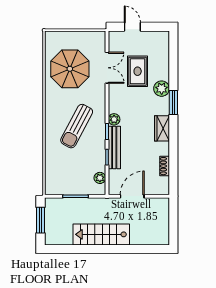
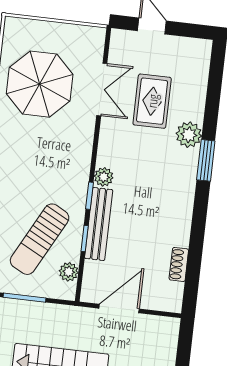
sun lounger: (77, 126) -> (40, 239), moved
wardrobe: (162, 128) -> (182, 201), removed

